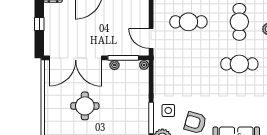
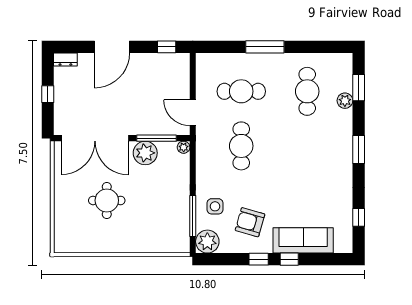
cafe table: (239, 64) -> (241, 146), moved, turned 90
plant: (114, 65) -> (145, 153), width x1.88, depth x1.88

